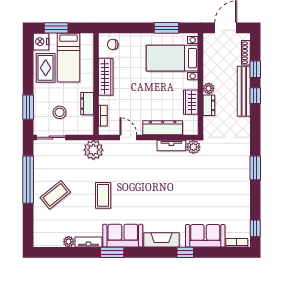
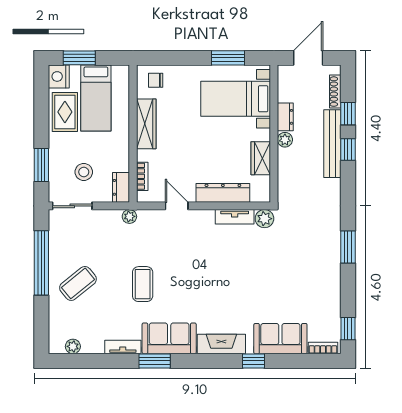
dresser: (87, 104) -> (121, 187), moved
dresser: (209, 105) -> (285, 117), moved
plant: (93, 150) -> (129, 216), width x0.53, depth x0.53
plant: (69, 242) -> (73, 346), moved

